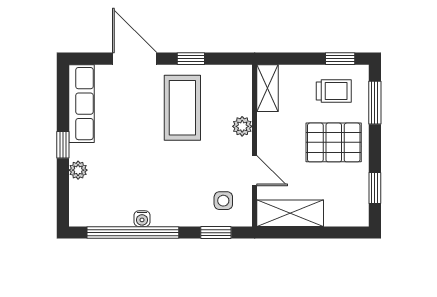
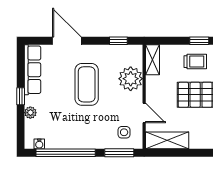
window: (191, 59) -> (118, 41), moved
coffee table: (182, 108) -> (87, 84), moved
plant: (242, 126) -> (131, 79), width x1.88, depth x1.88
water cooler: (142, 219) -> (39, 144), moved
window: (216, 233) -> (119, 153), width x1.50

